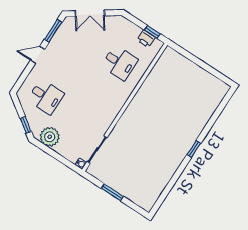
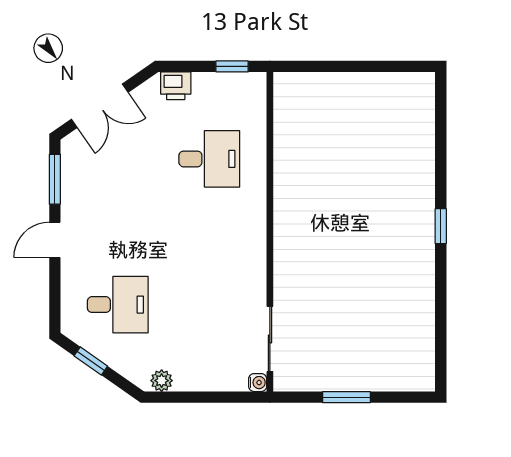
printer: (146, 39) -> (176, 86), moved
window: (26, 125) -> (91, 361), moved
plant: (50, 137) -> (162, 381), width x0.53, depth x0.53

